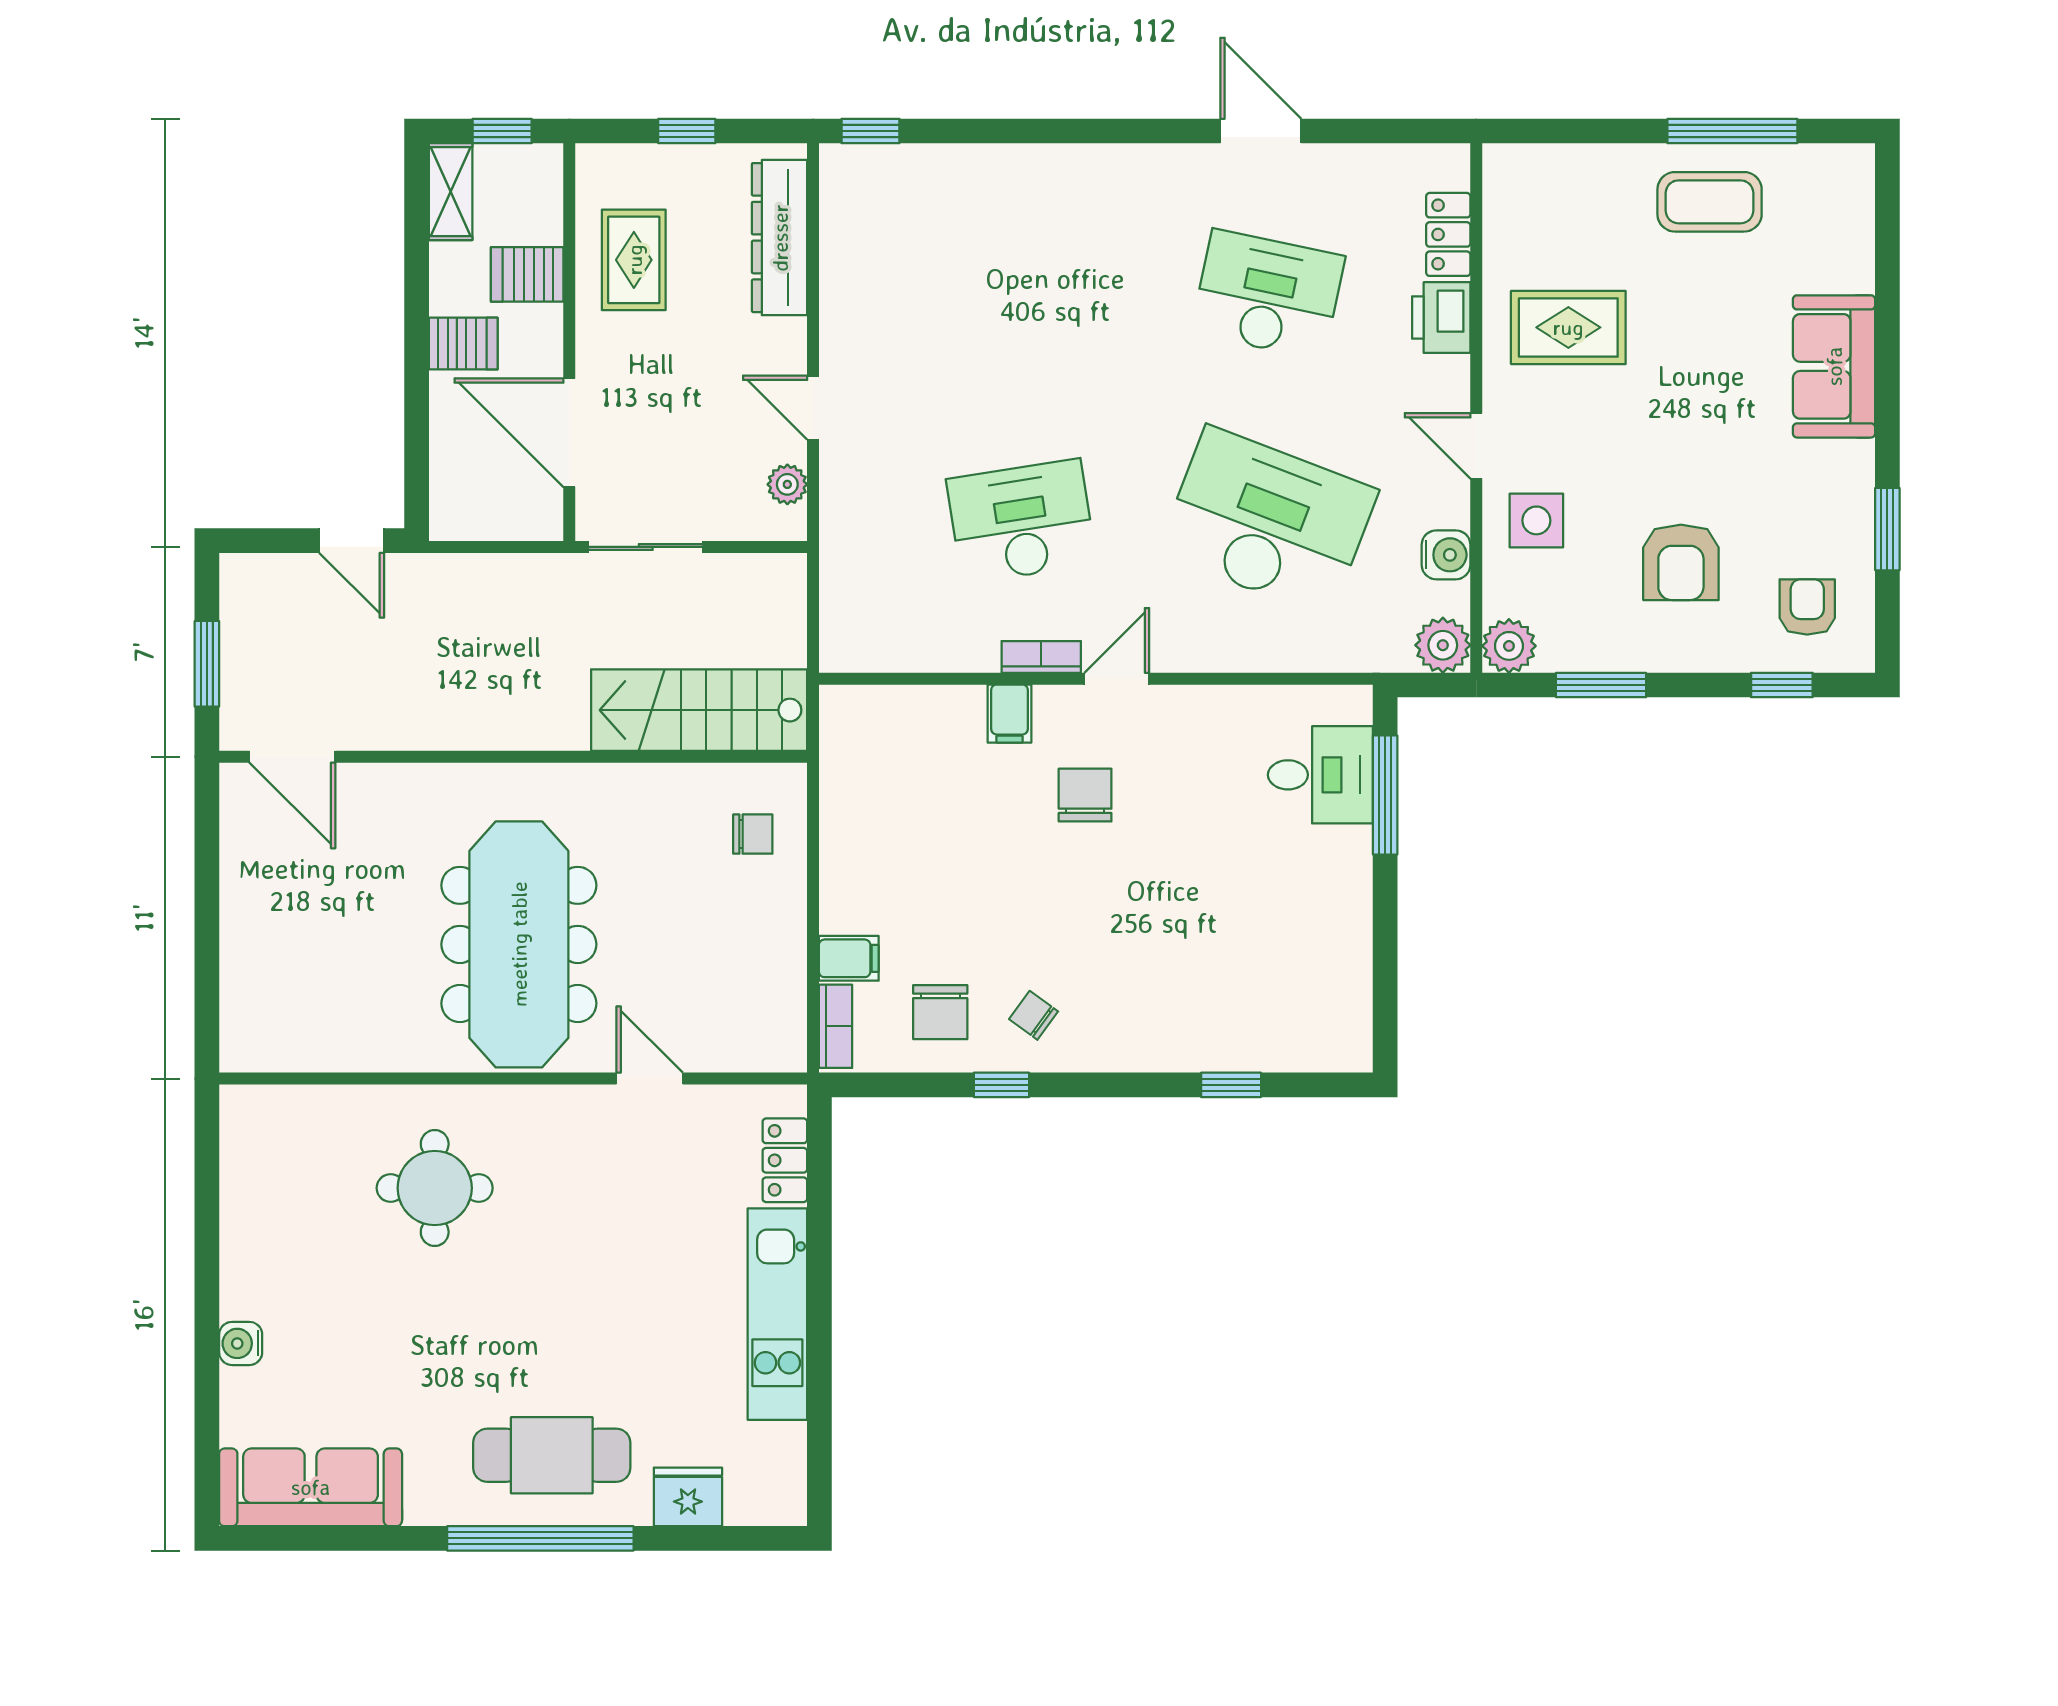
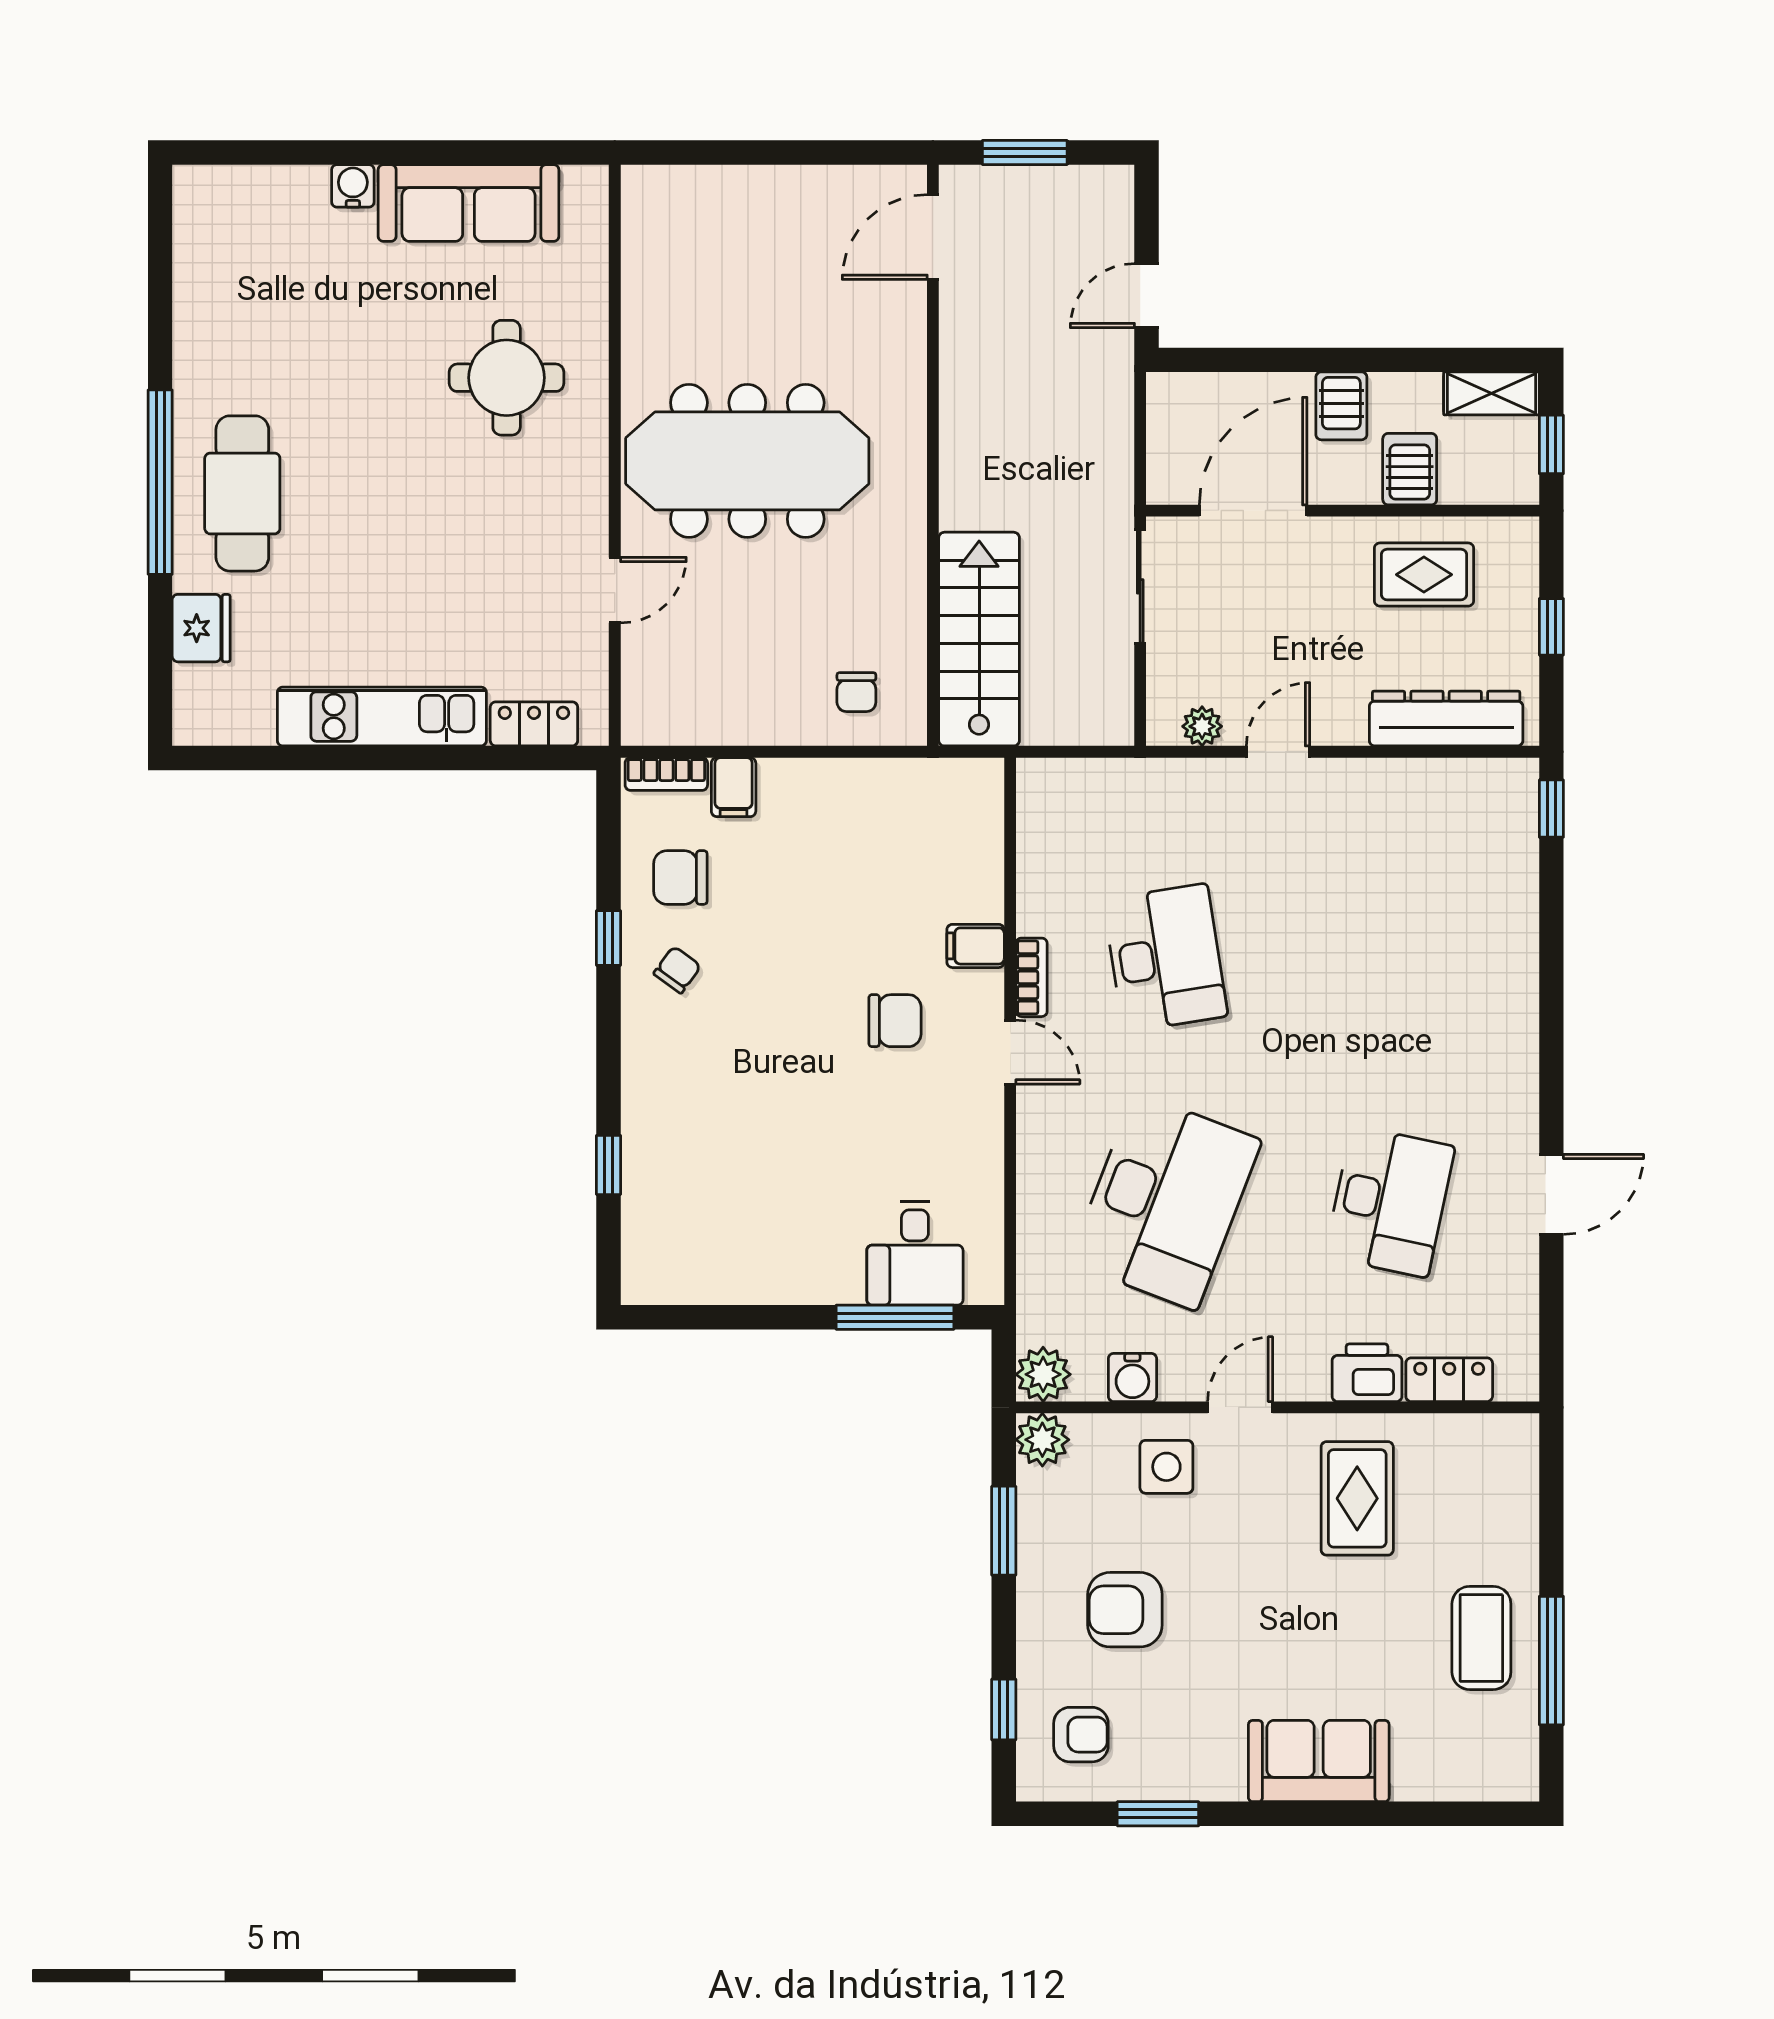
sofa: (311, 1487) -> (468, 203), moved, turned 90

